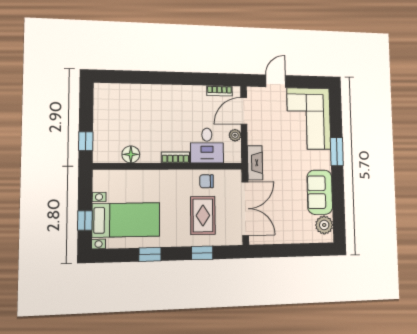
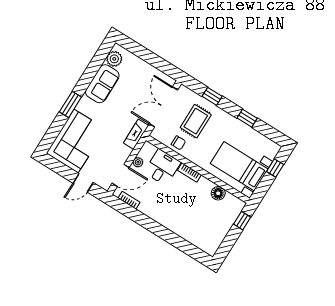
bed with nightstands: (126, 220) -> (239, 166), moved

